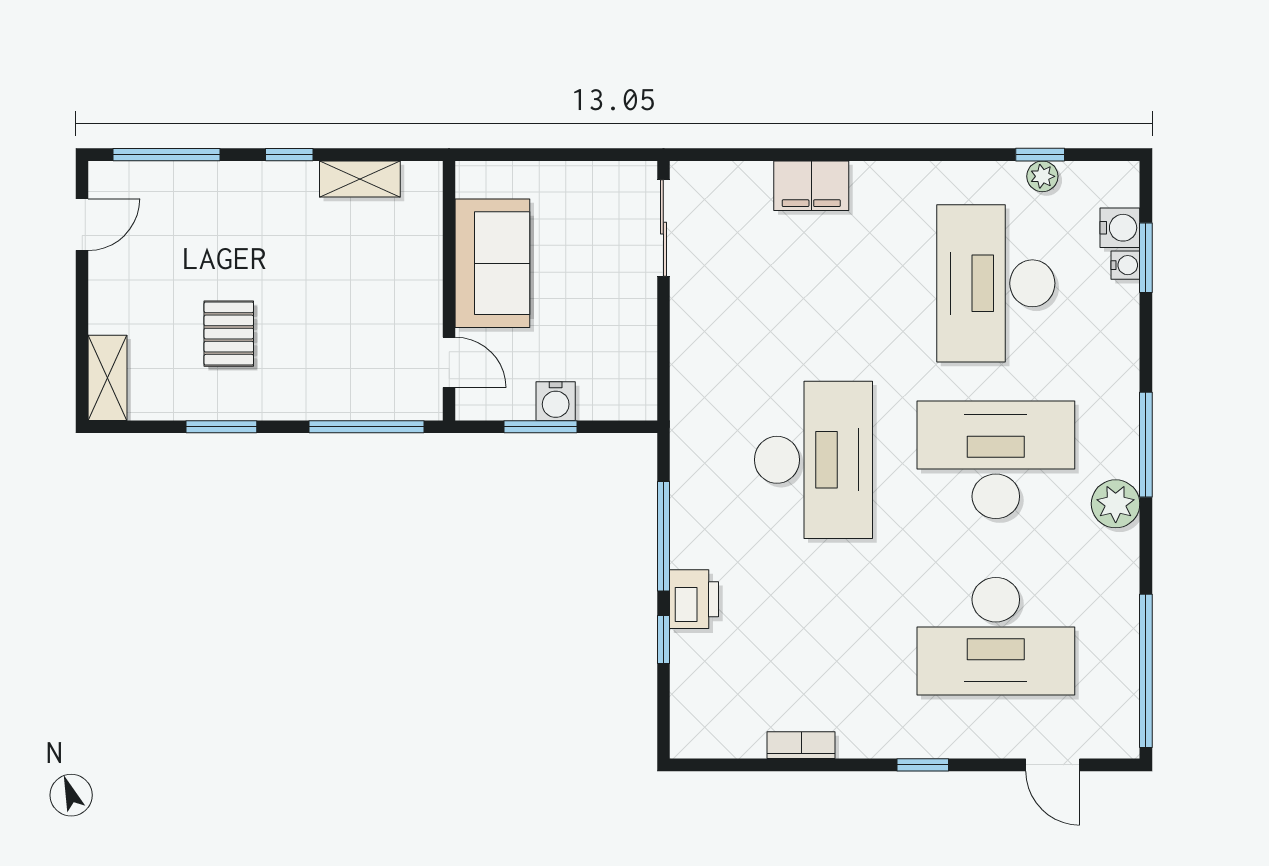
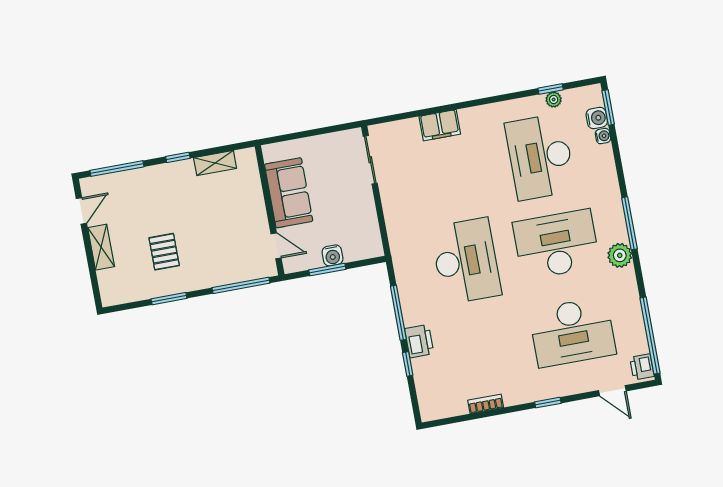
window: (1146, 258) -> (608, 107), moved
shelving: (107, 378) -> (101, 247), moved
printer: (1119, 729) -> (642, 367), added

